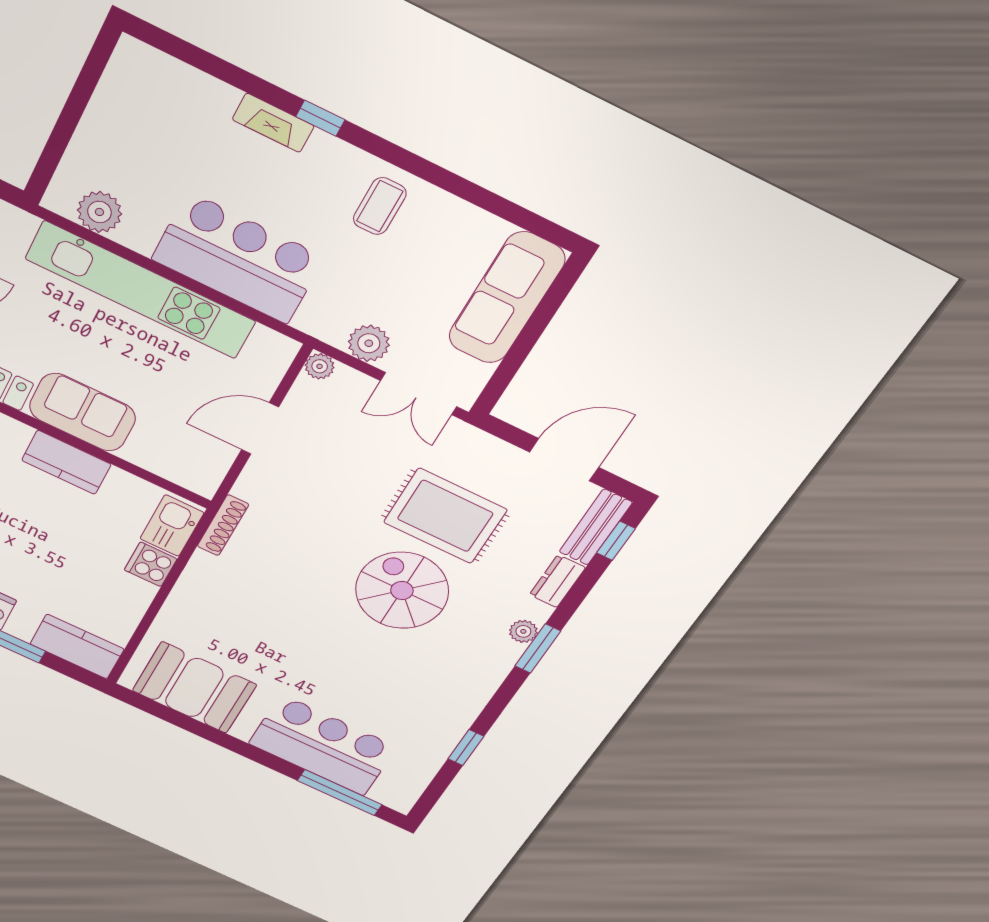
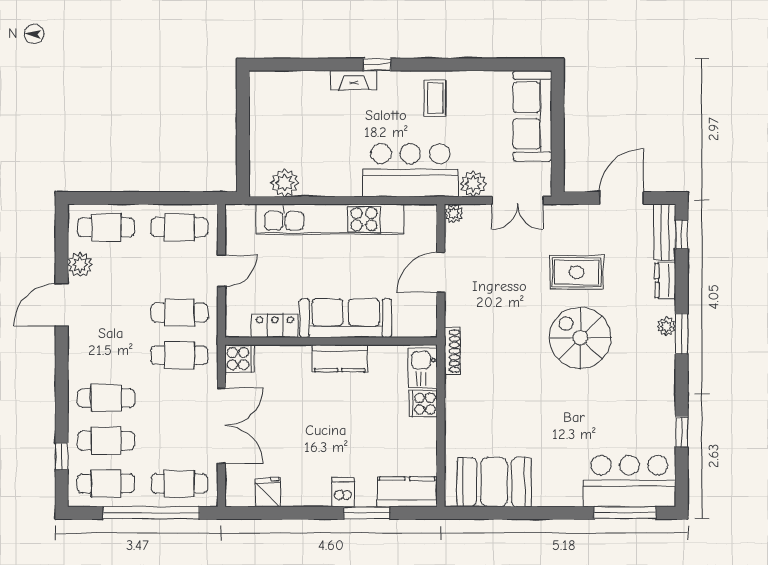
bar counter: (238, 258) -> (410, 170), moved
sofa: (82, 412) -> (346, 318), width x1.36
rug: (445, 516) -> (577, 272), width x0.73, depth x0.70
bar counter: (323, 745) -> (629, 481), moved

